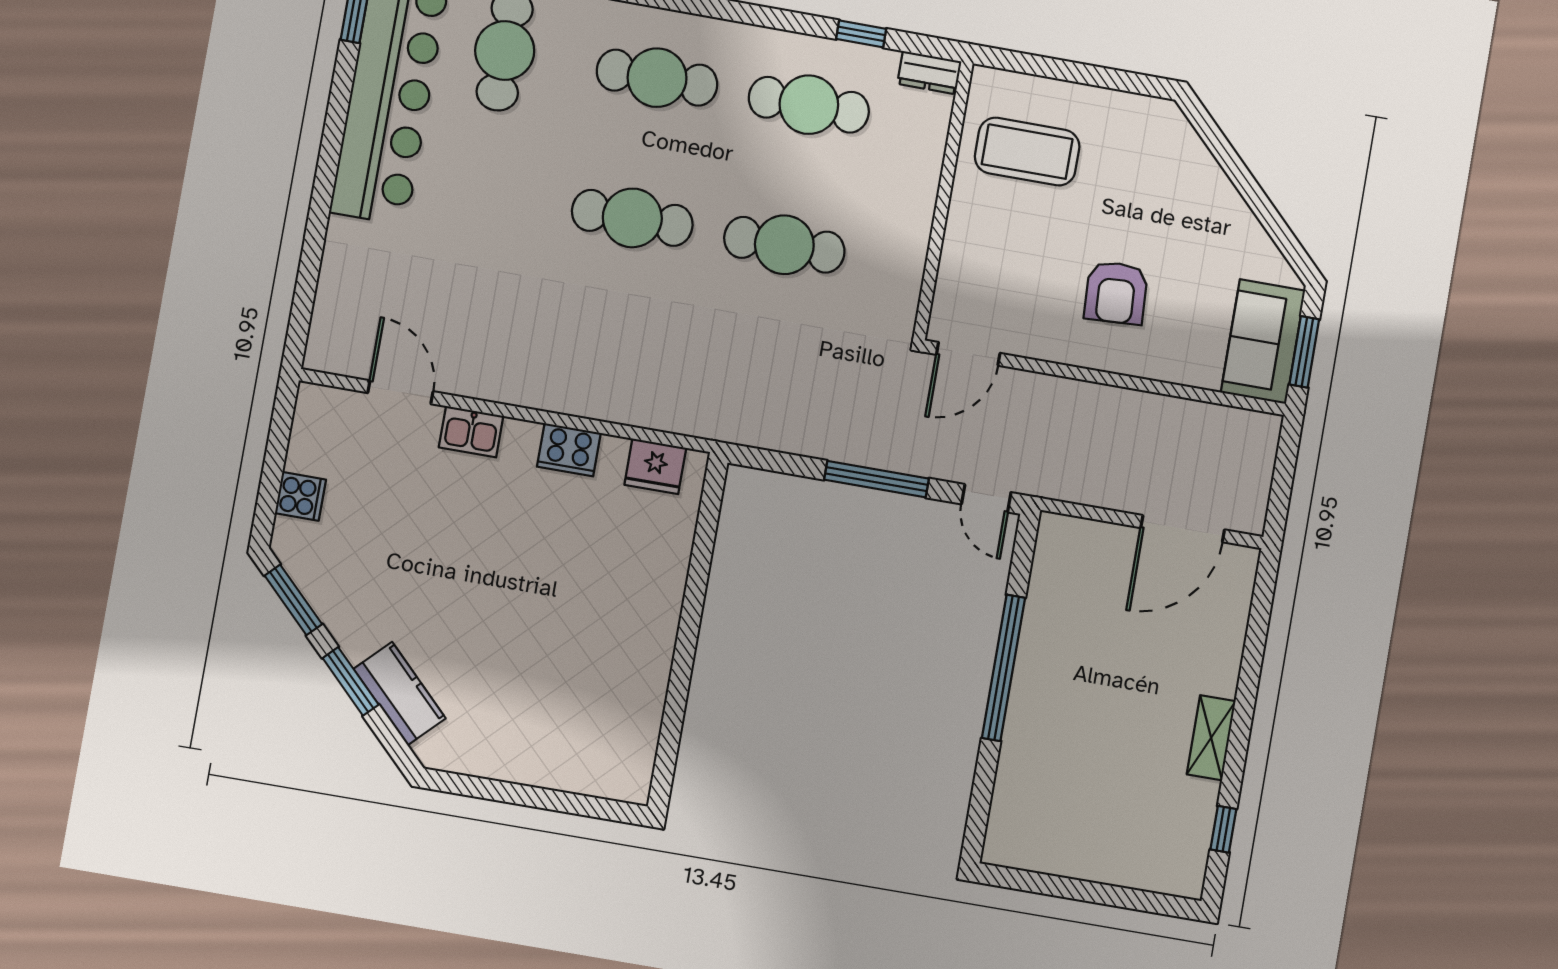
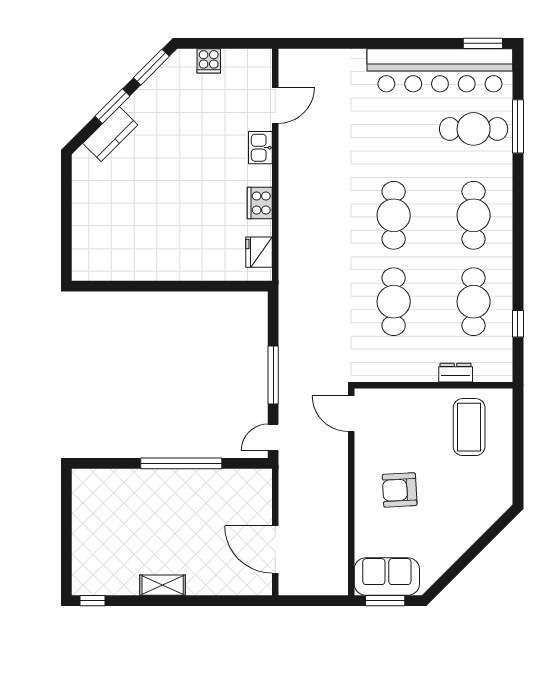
dresser: (929, 73) -> (456, 373), moved, turned 90
window: (1223, 829) -> (92, 601), moved

